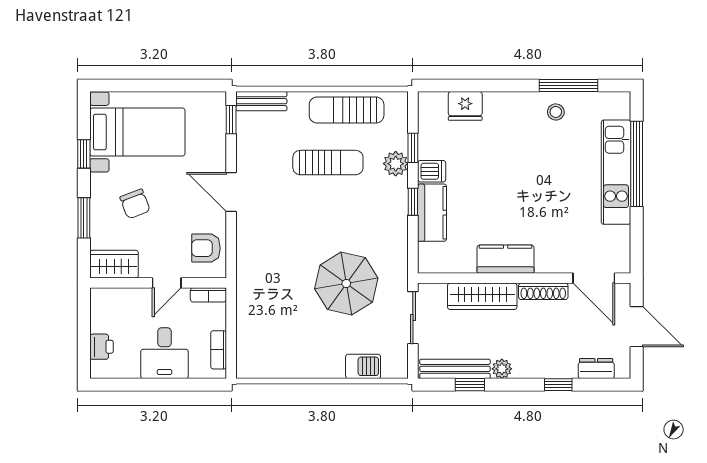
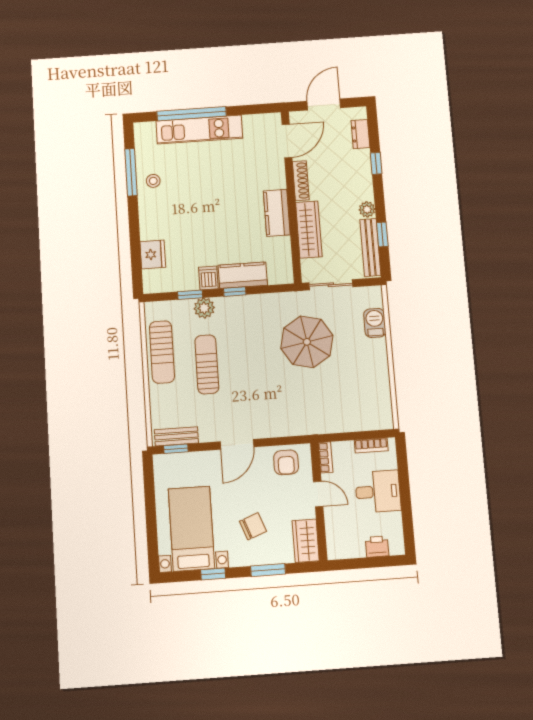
bench: (261, 101) -> (176, 436), moved, turned 90

